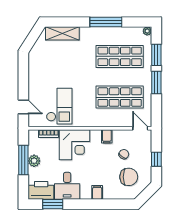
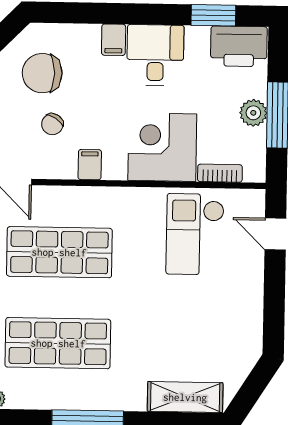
desk: (67, 186) -> (155, 55), moved

